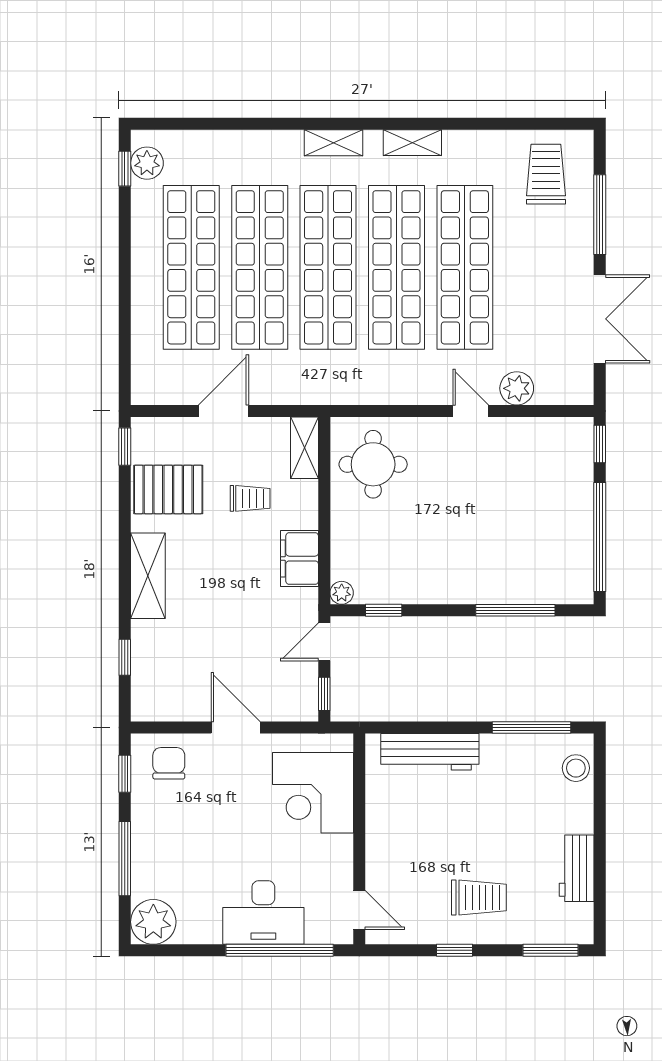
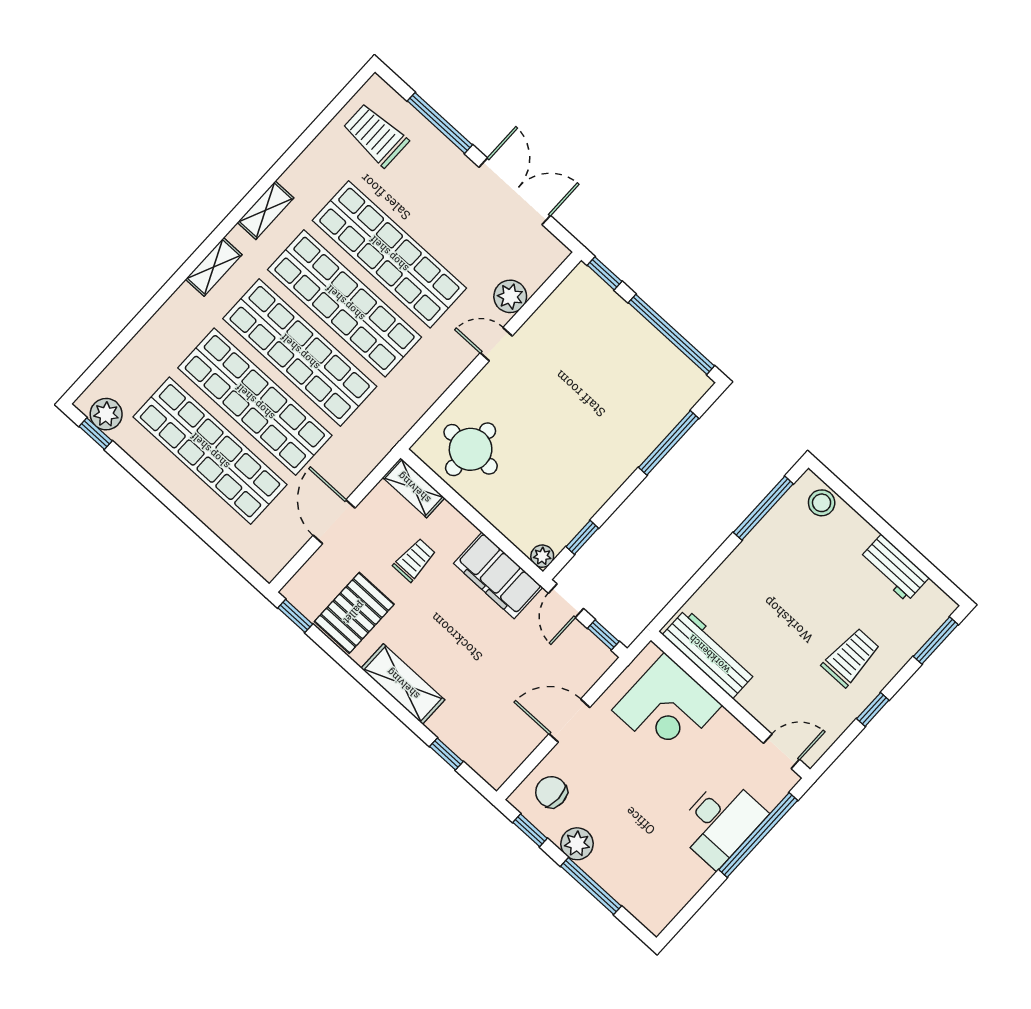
filing cabinet: (299, 559) -> (498, 575), width x1.50, depth x1.17
workbench: (430, 752) -> (709, 654), moved, turned -90
plant: (153, 922) -> (577, 844), moved, width x0.73, depth x0.73

